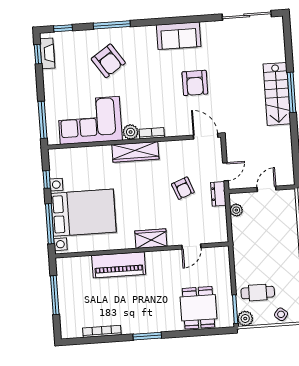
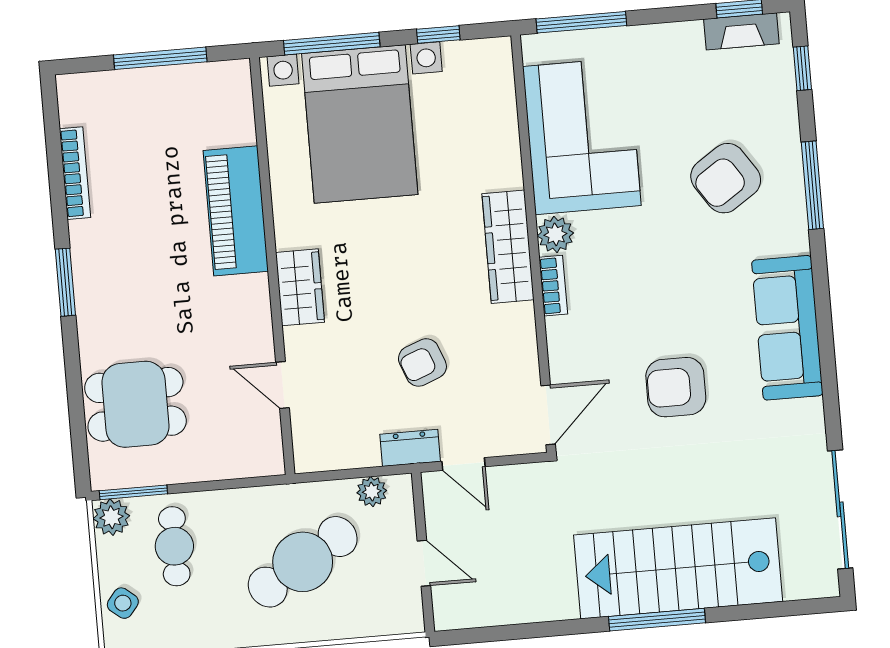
sofa: (179, 36) -> (787, 328), width x1.36
stairs: (277, 94) -> (678, 568), width x1.36, depth x1.51
cafe table: (265, 239) -> (303, 562), added

